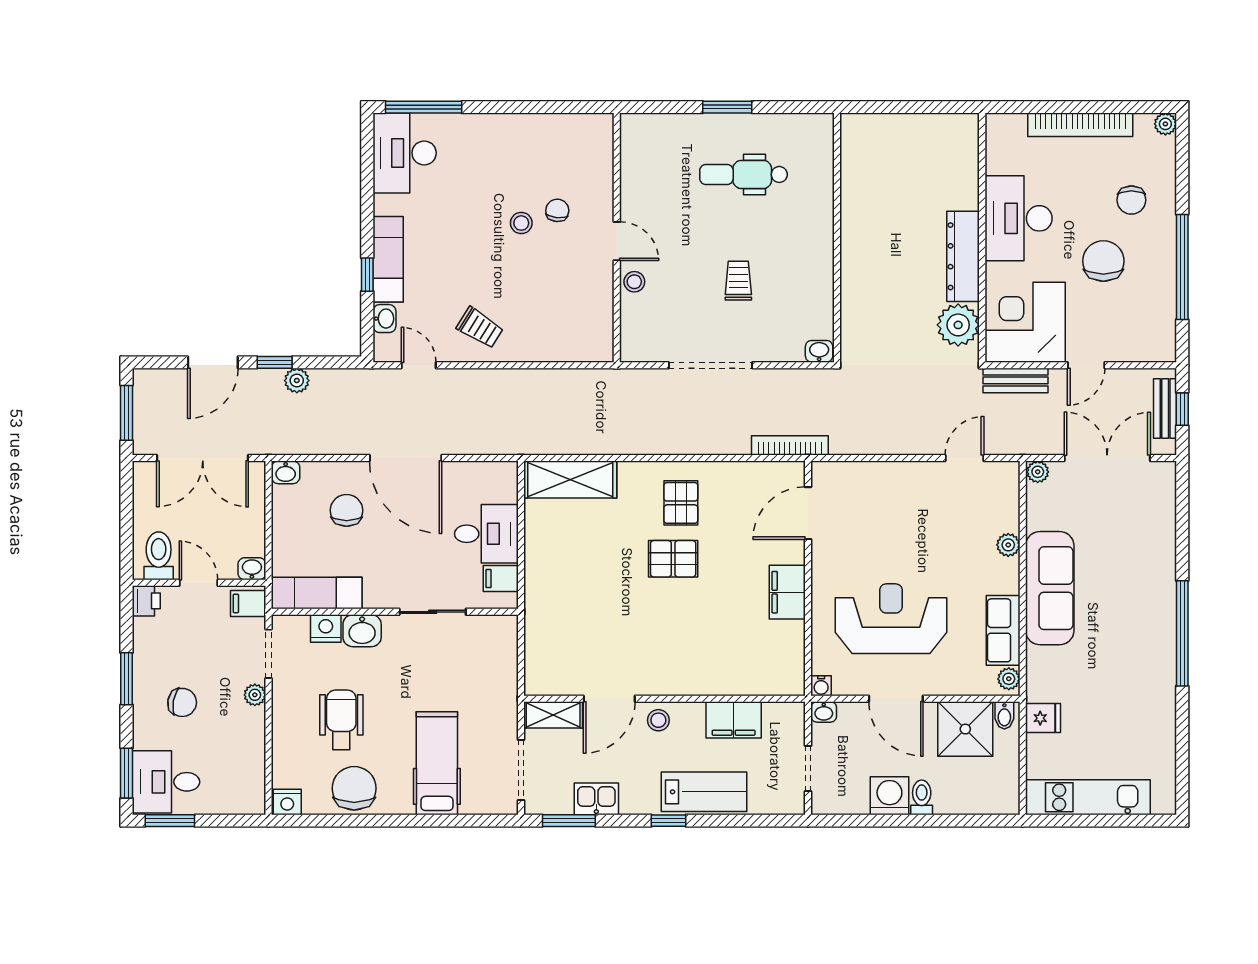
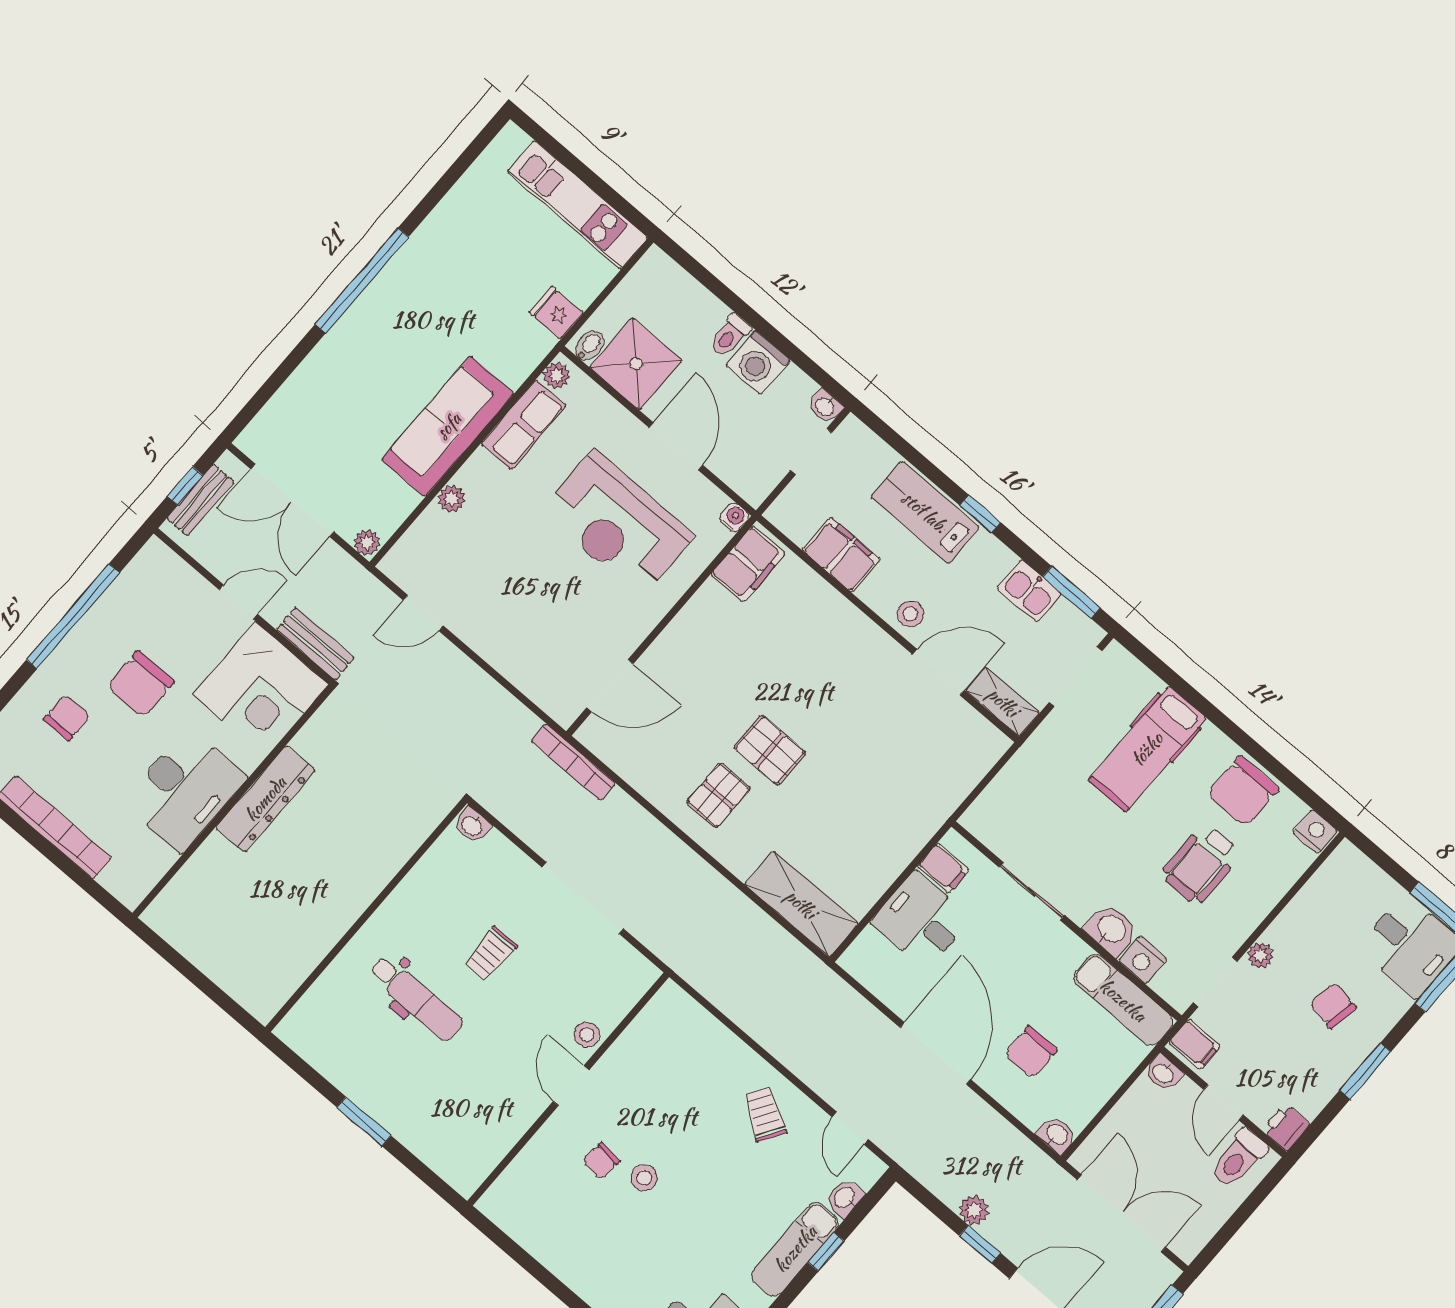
dental chair: (744, 174) -> (416, 998), moved
plant: (958, 325) -> (324, 740), removed
filing cabinet: (787, 592) -> (748, 564), moved
washbasin: (824, 712) -> (825, 406), moved, turned 180

